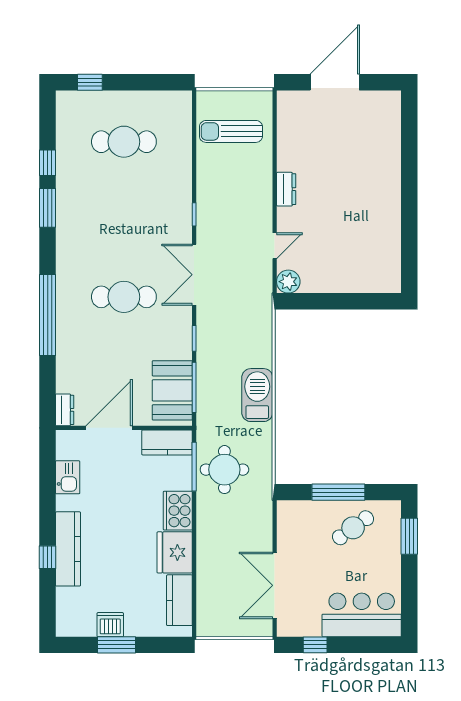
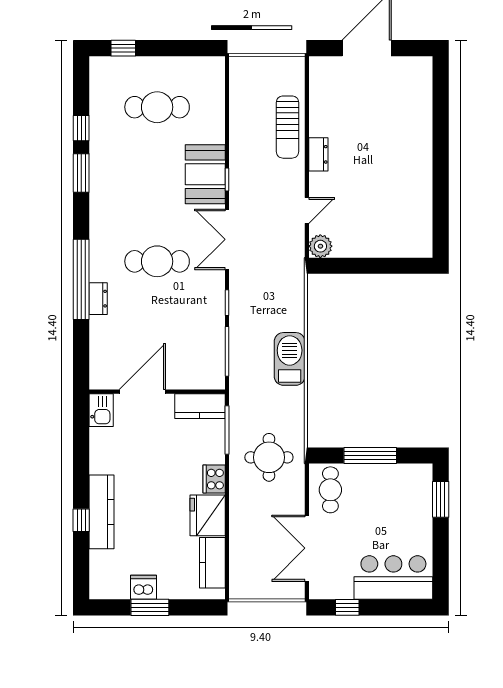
sun lounger: (231, 131) -> (288, 127), moved, turned -90
booth: (172, 390) -> (205, 174), moved
dresser: (65, 410) -> (98, 299), moved
round table: (224, 470) -> (269, 457), moved
kitchen sink: (68, 477) -> (101, 410), moved
cooker: (178, 511) -> (214, 479), width x0.73, depth x0.76
cafe table: (353, 528) -> (330, 490), moved, turned -54

